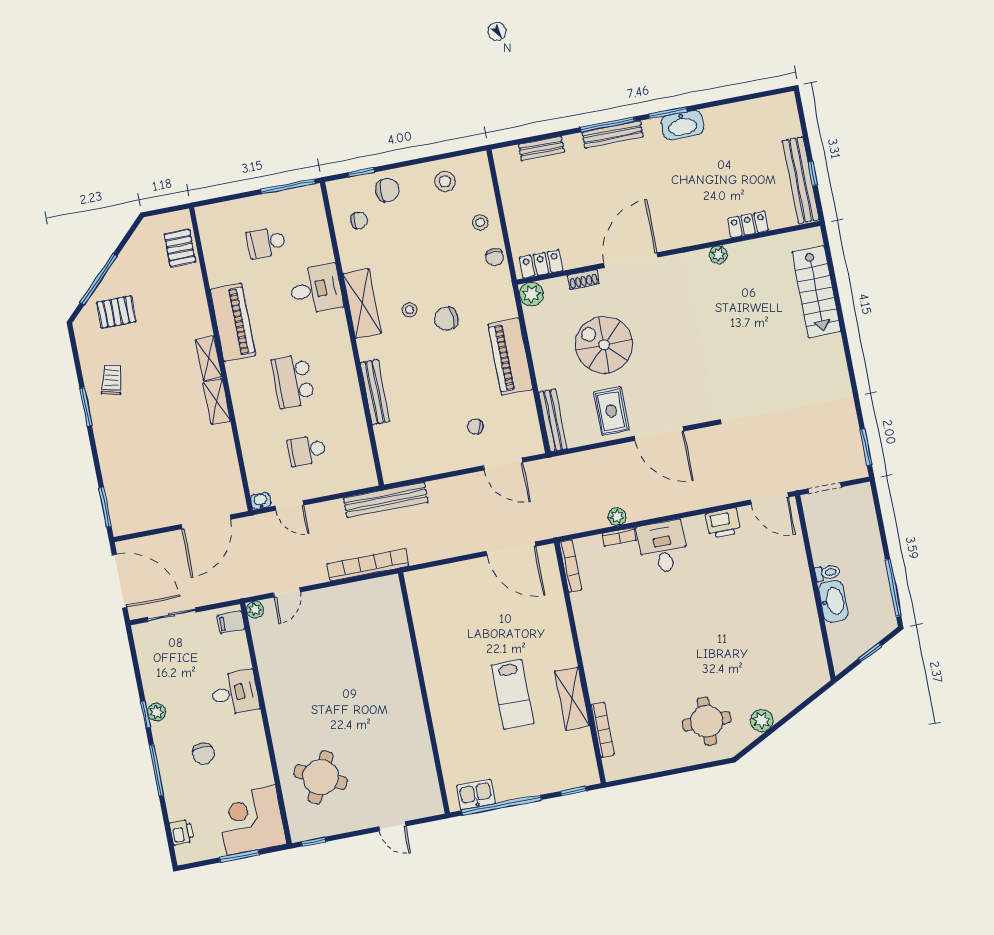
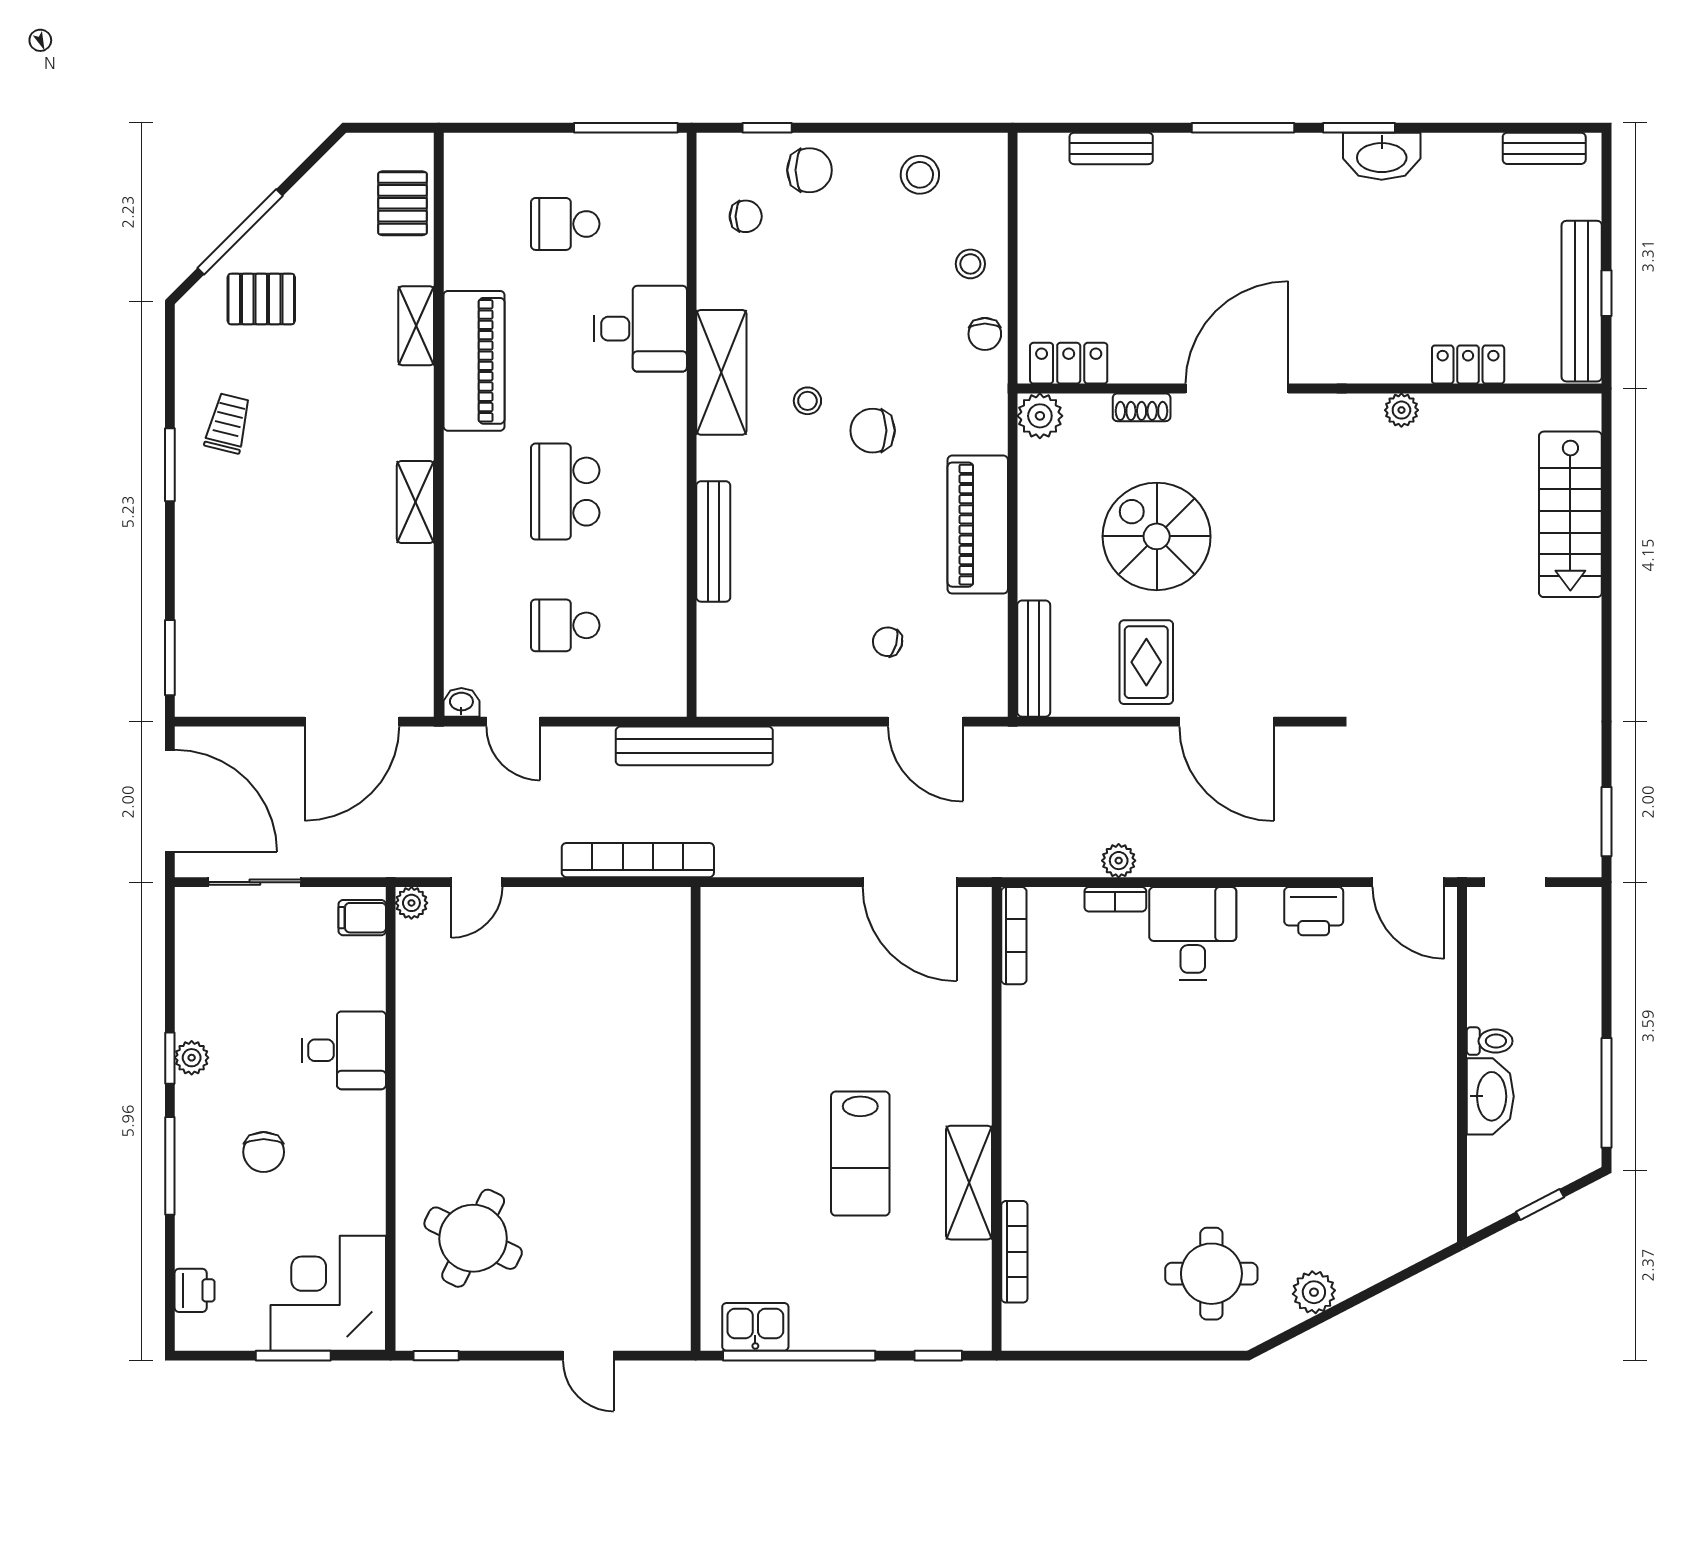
bench: (613, 134) -> (1544, 148), moved, width x0.73
shelving: (209, 358) -> (416, 326), moved

